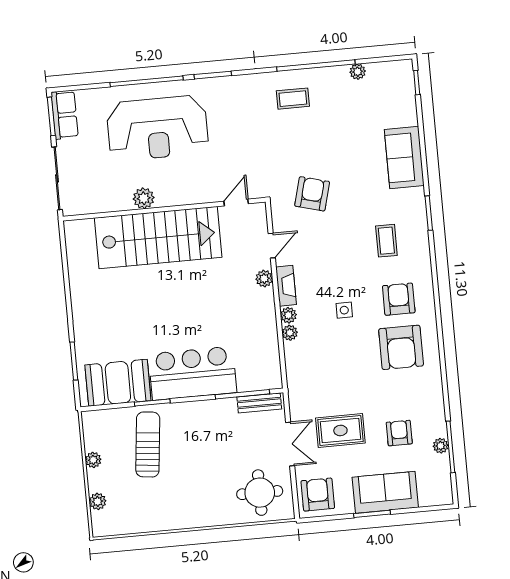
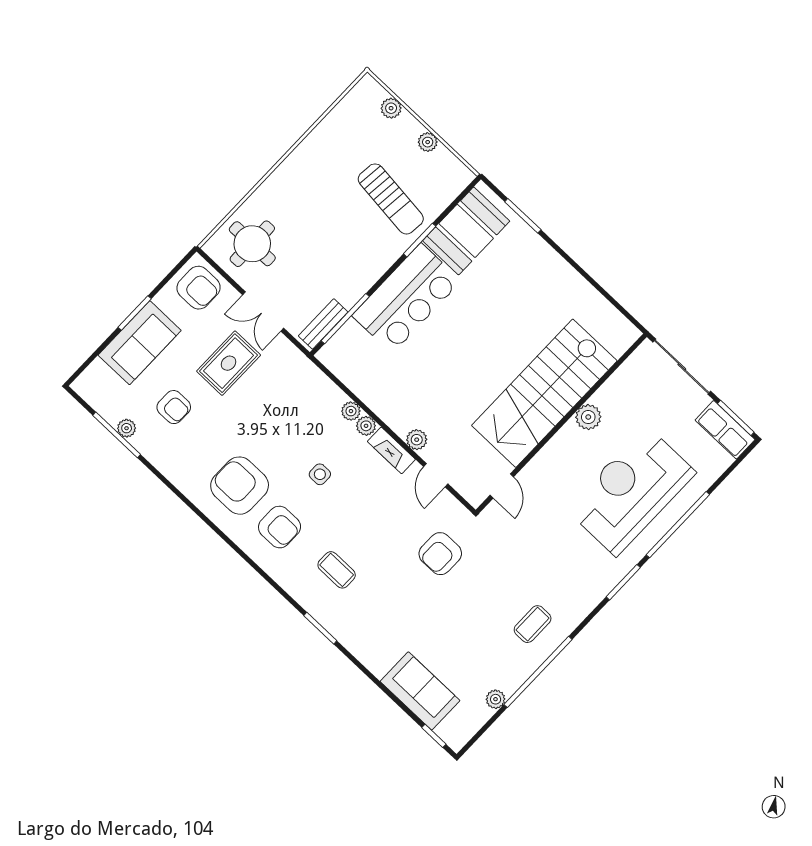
sofa: (404, 158) -> (420, 691), moved
armchair: (312, 194) -> (440, 554), turned 75

